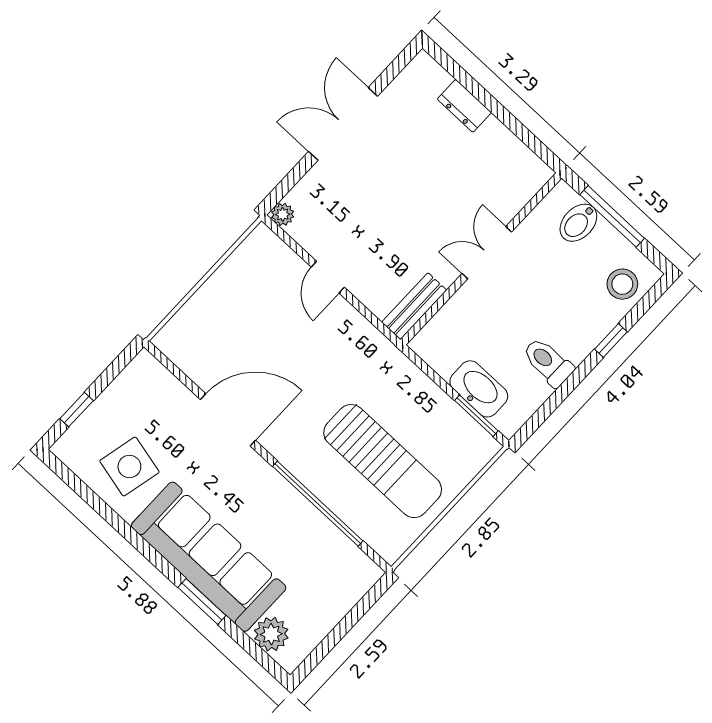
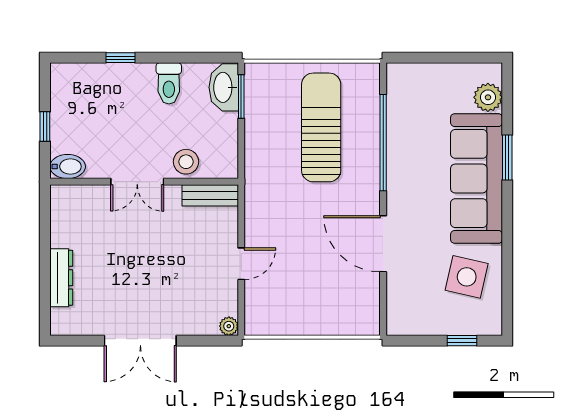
dresser: (464, 106) -> (61, 278), width x1.44
window: (612, 216) -> (45, 127), width x0.46
bidet: (578, 223) -> (68, 167), moved
stool: (622, 284) -> (186, 162), moved
washbasin: (479, 389) -> (224, 87), moved

